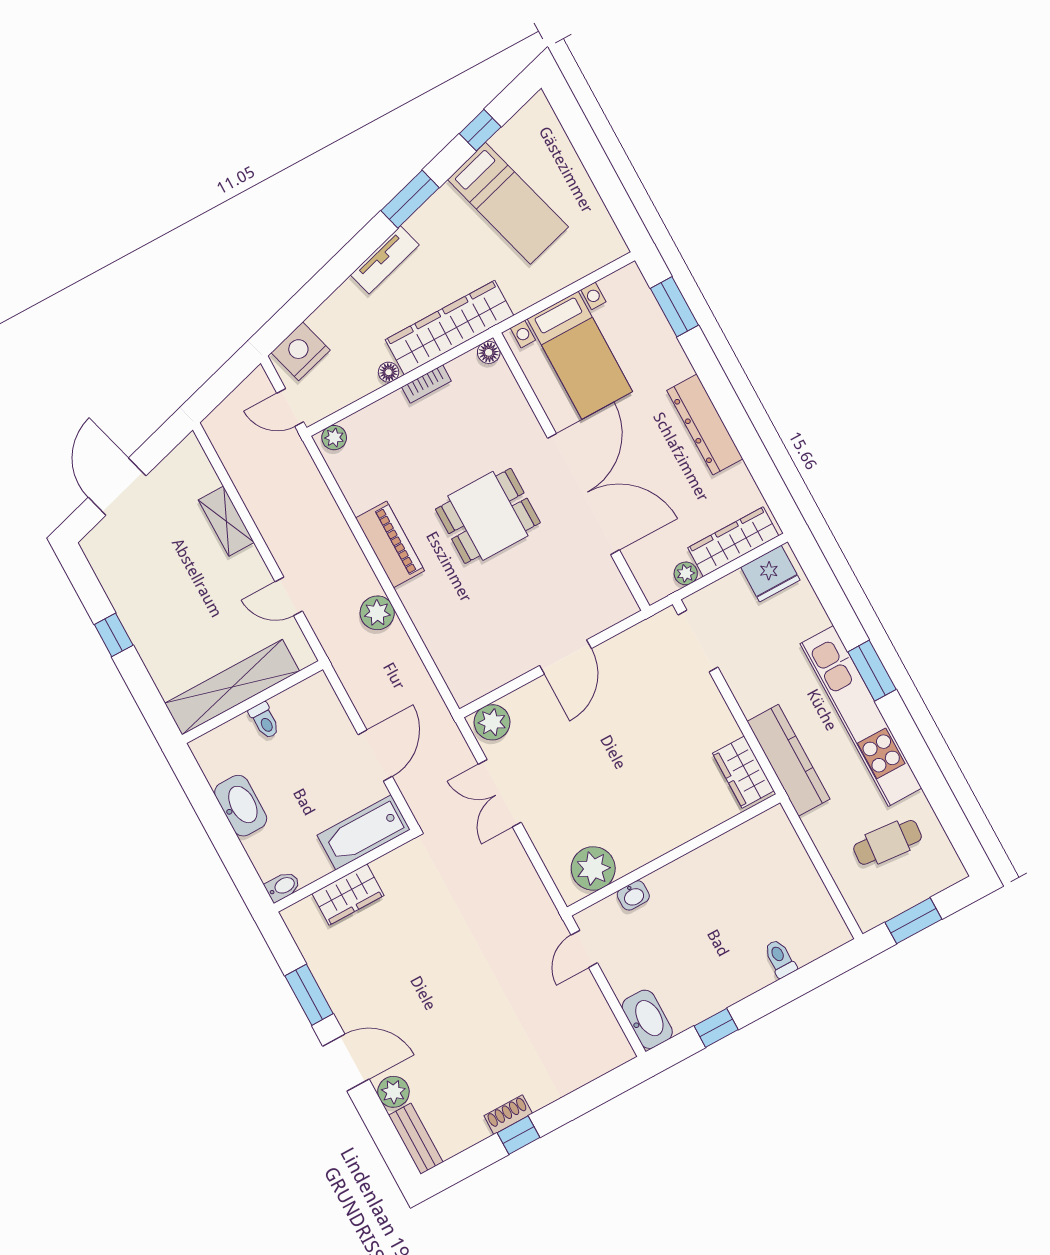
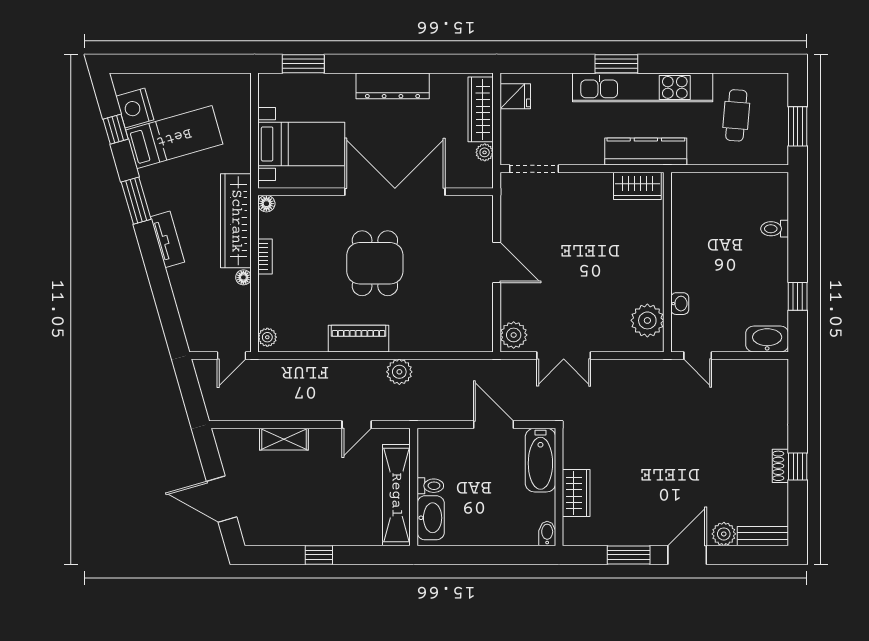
nightstand: (301, 351) -> (135, 108), moved
fridge: (770, 574) -> (515, 96), width x0.72
washbasin: (241, 806) -> (431, 518), moved, turned 90

